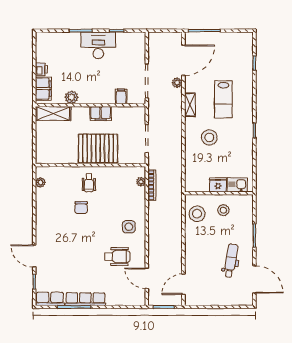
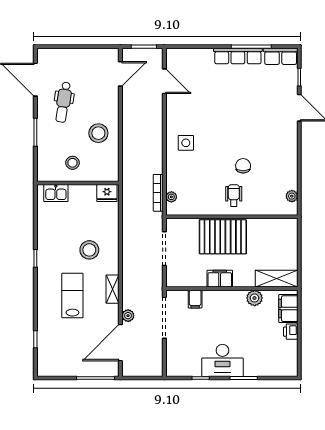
fridge: (218, 185) -> (107, 193), moved
stool: (197, 214) -> (98, 133), moved
wheelchair: (117, 257) -> (199, 107), removed

